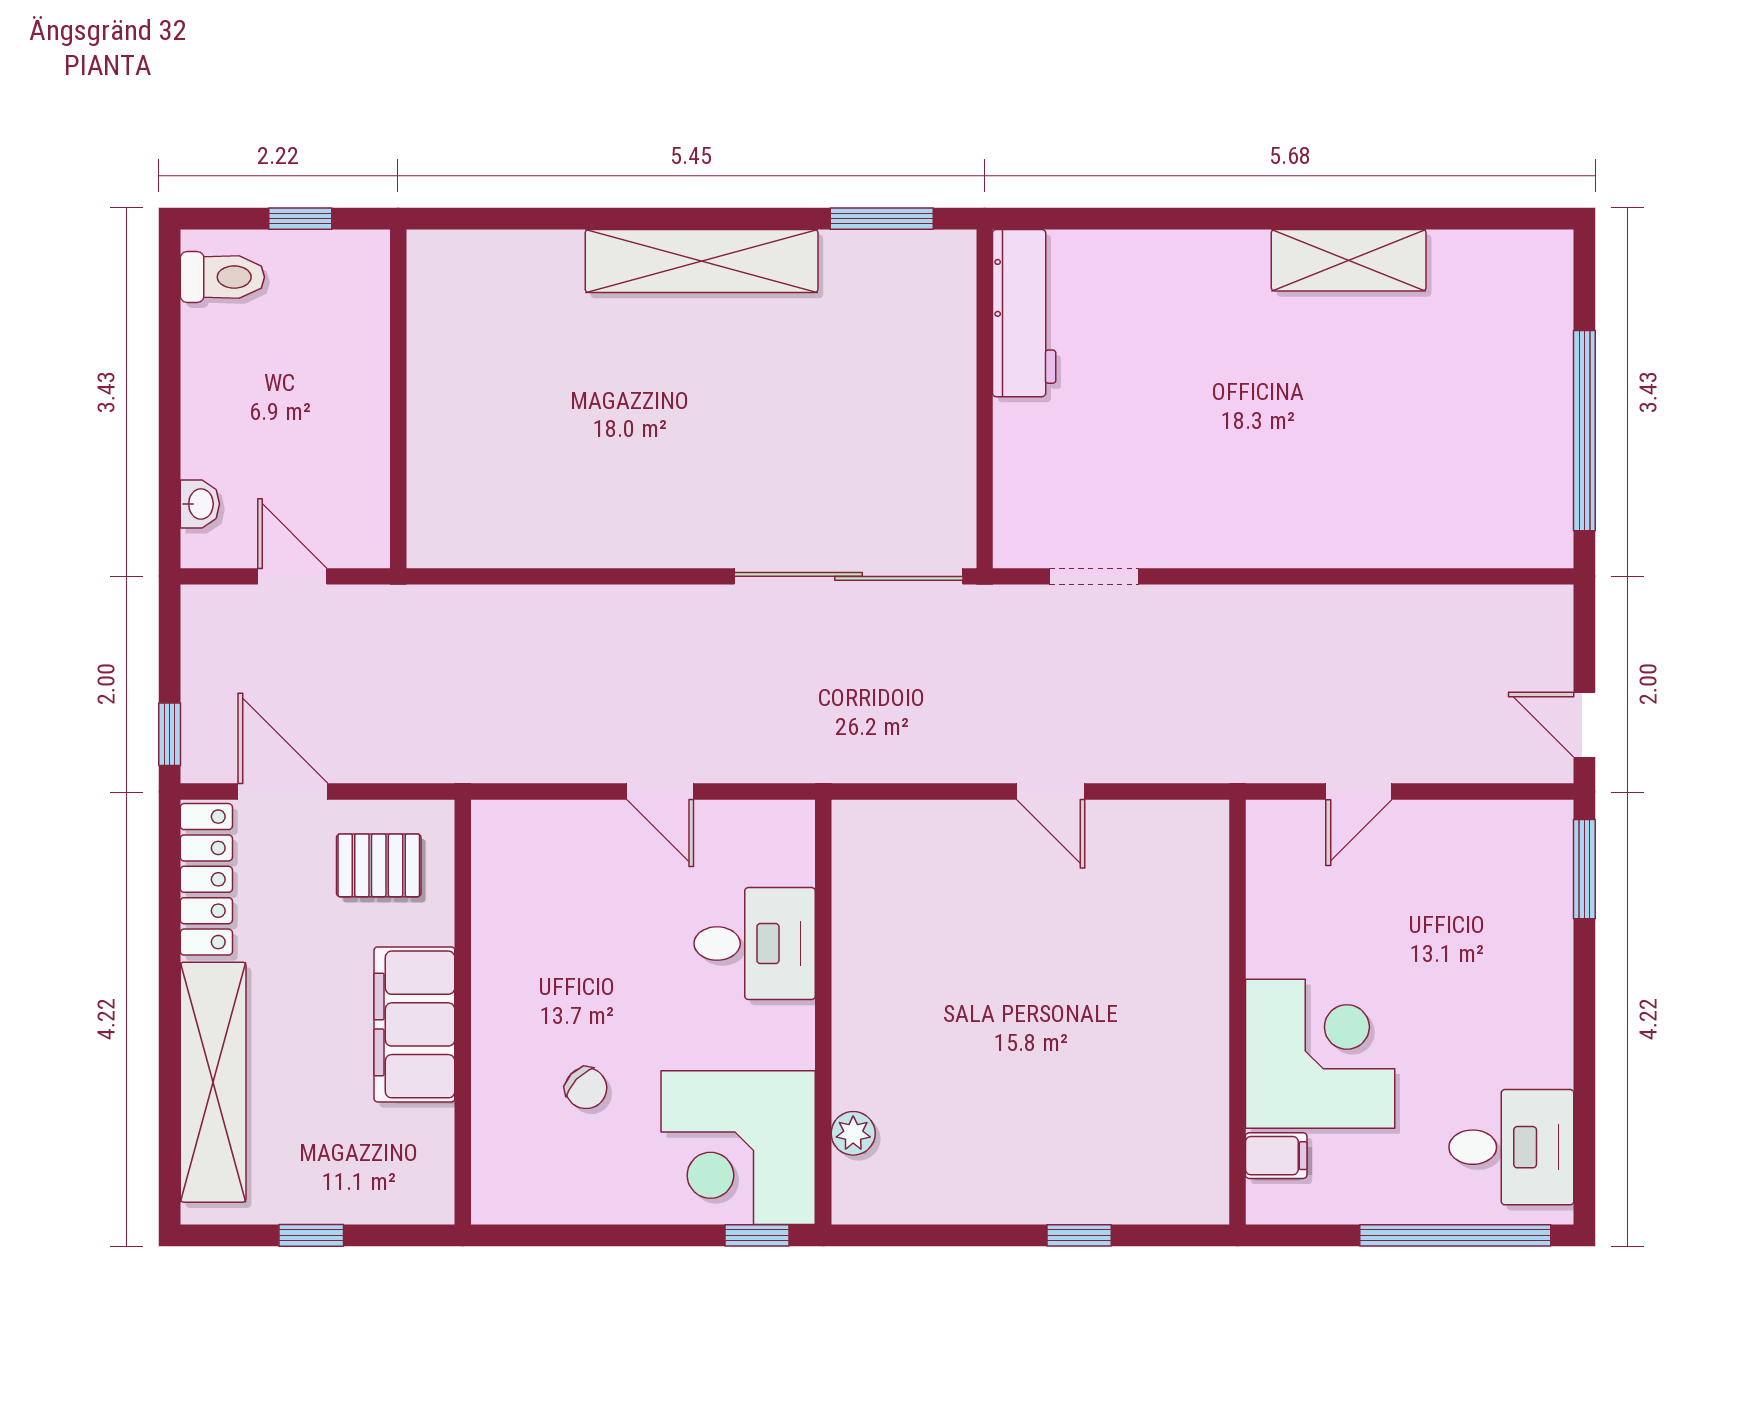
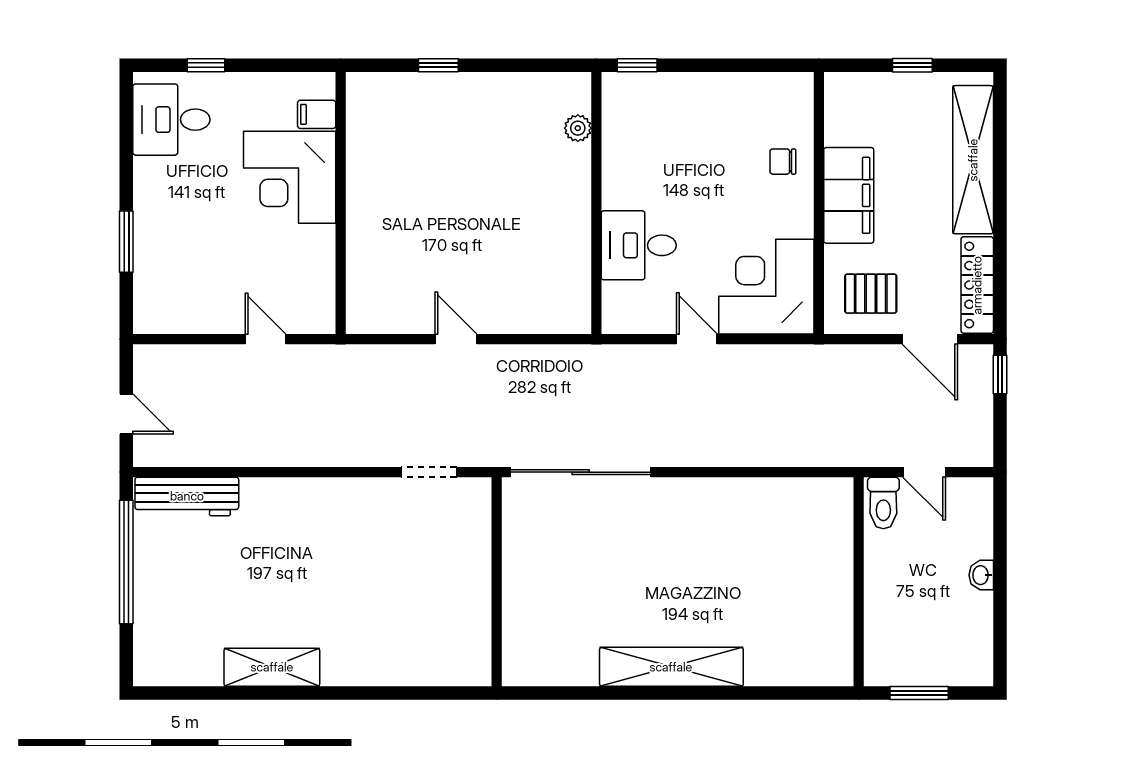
window: (300, 219) -> (919, 693), width x1.50
window: (882, 219) -> (560, 693), removed
toilet: (222, 277) -> (883, 503), moved, turned -90
workbench: (1024, 313) -> (187, 496), moved, turned -90
washbasin: (200, 504) -> (981, 575), moved
door: (1584, 725) -> (126, 414), moved
door: (1359, 792) -> (266, 339), hinge flipped
window: (1584, 869) -> (126, 242), moved
chair: (586, 1088) -> (783, 162), moved, turned -44
corner desk: (738, 1148) -> (766, 287), moved, turned -90
window: (1455, 1235) -> (206, 65), width x0.32

